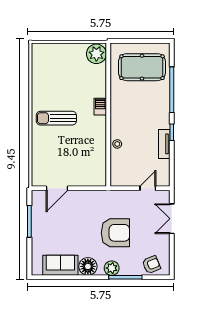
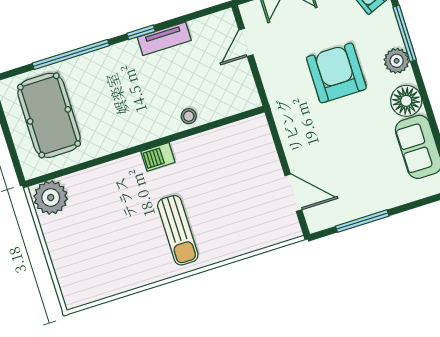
barbecue: (100, 107) -> (158, 157), moved
door: (148, 188) -> (246, 42), hinge flipped

